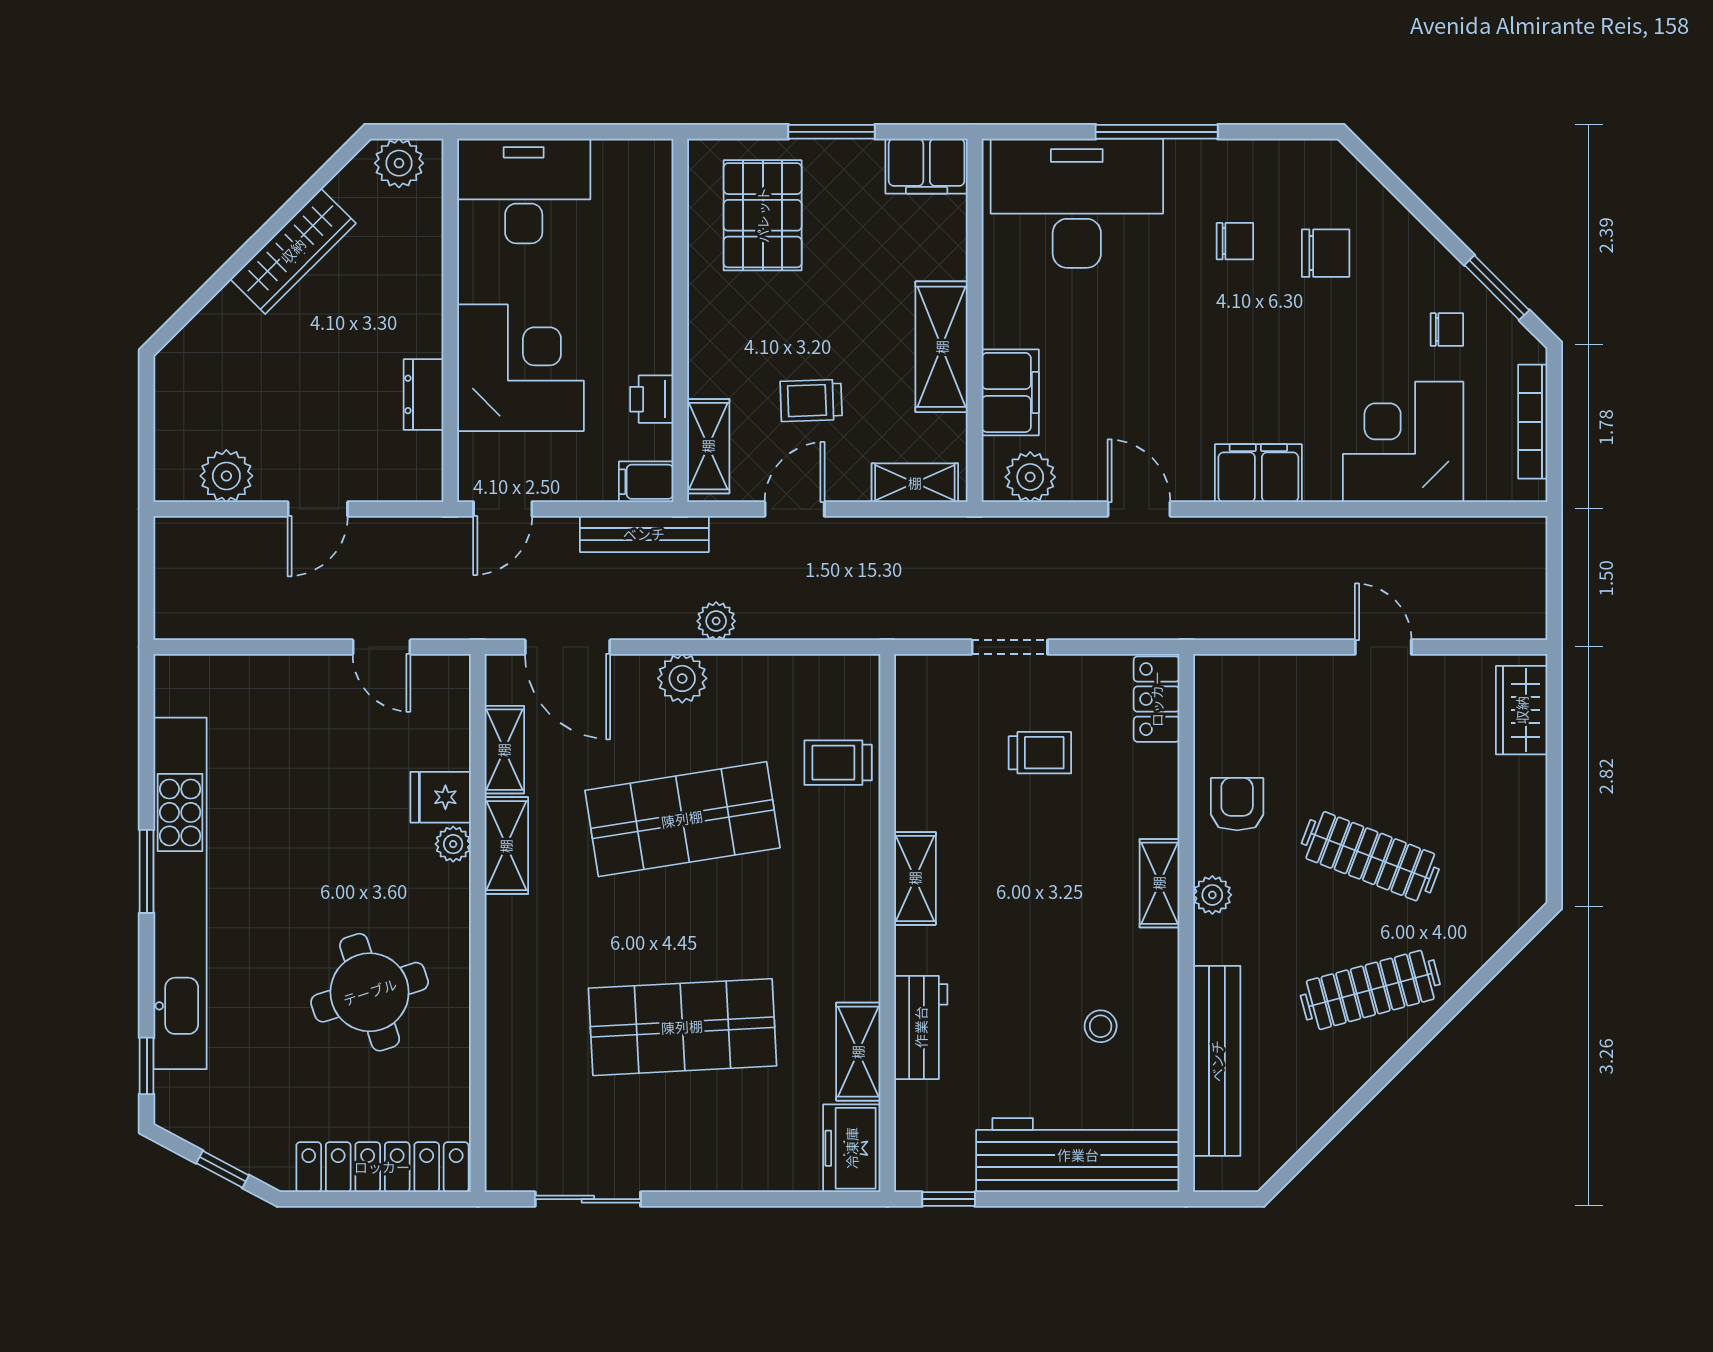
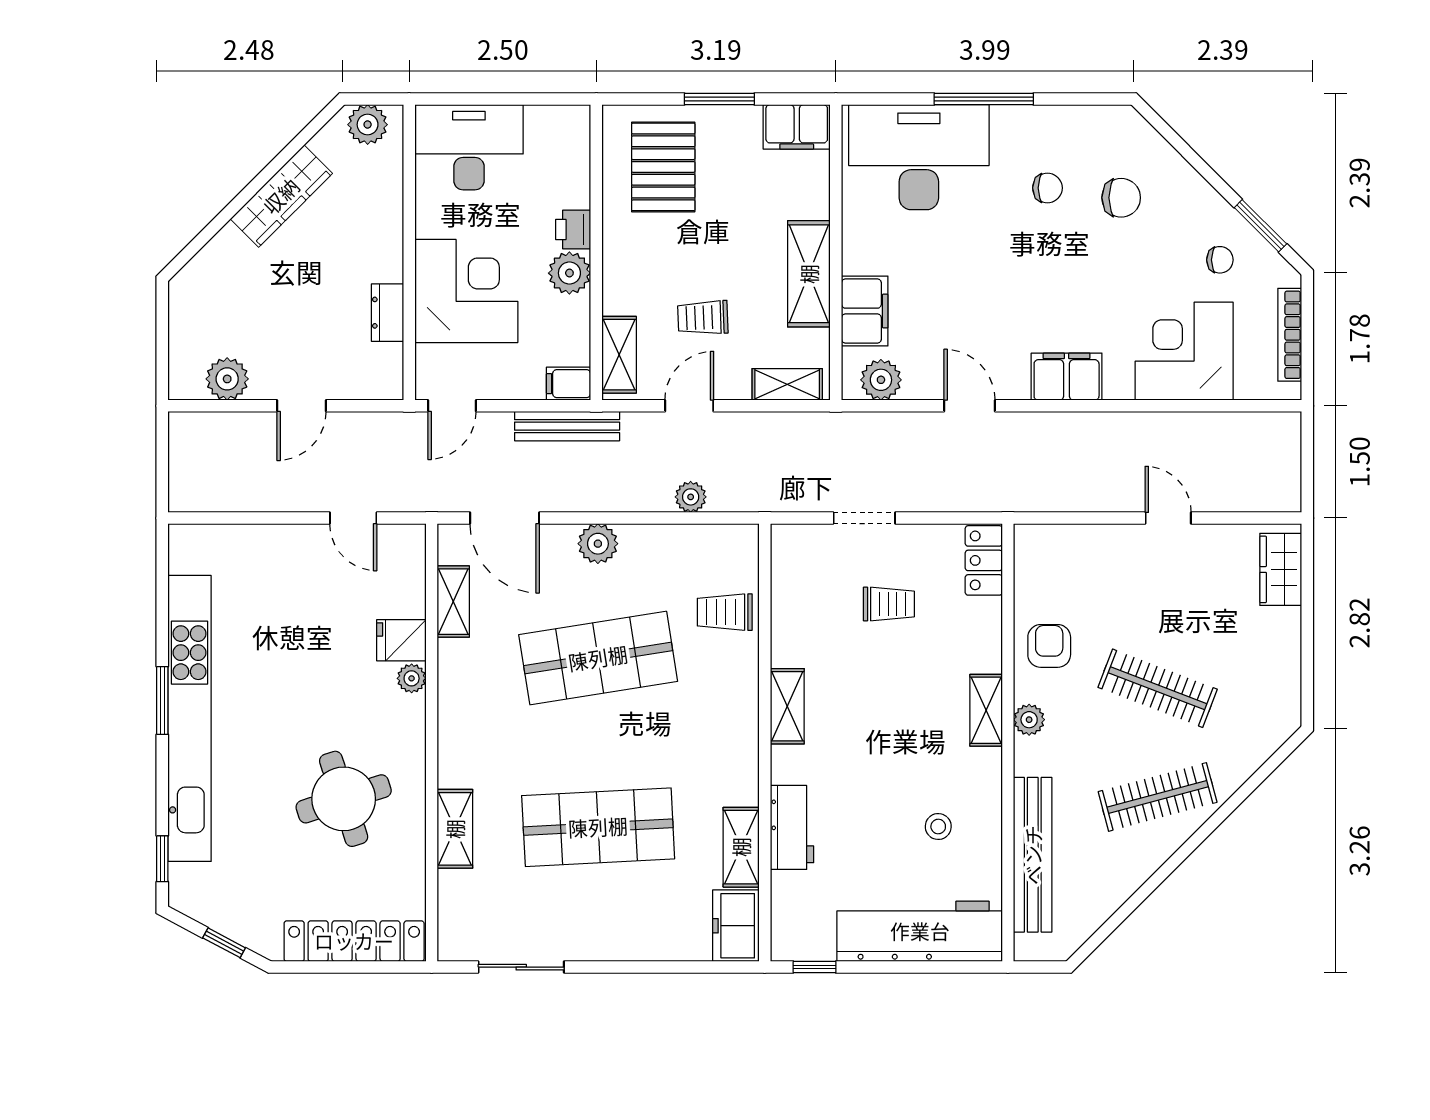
plant: (647, 346) -> (569, 273), added
printer: (652, 399) -> (573, 229), moved
plant: (716, 621) -> (691, 497), moved
shelving: (506, 846) -> (455, 829), moved

